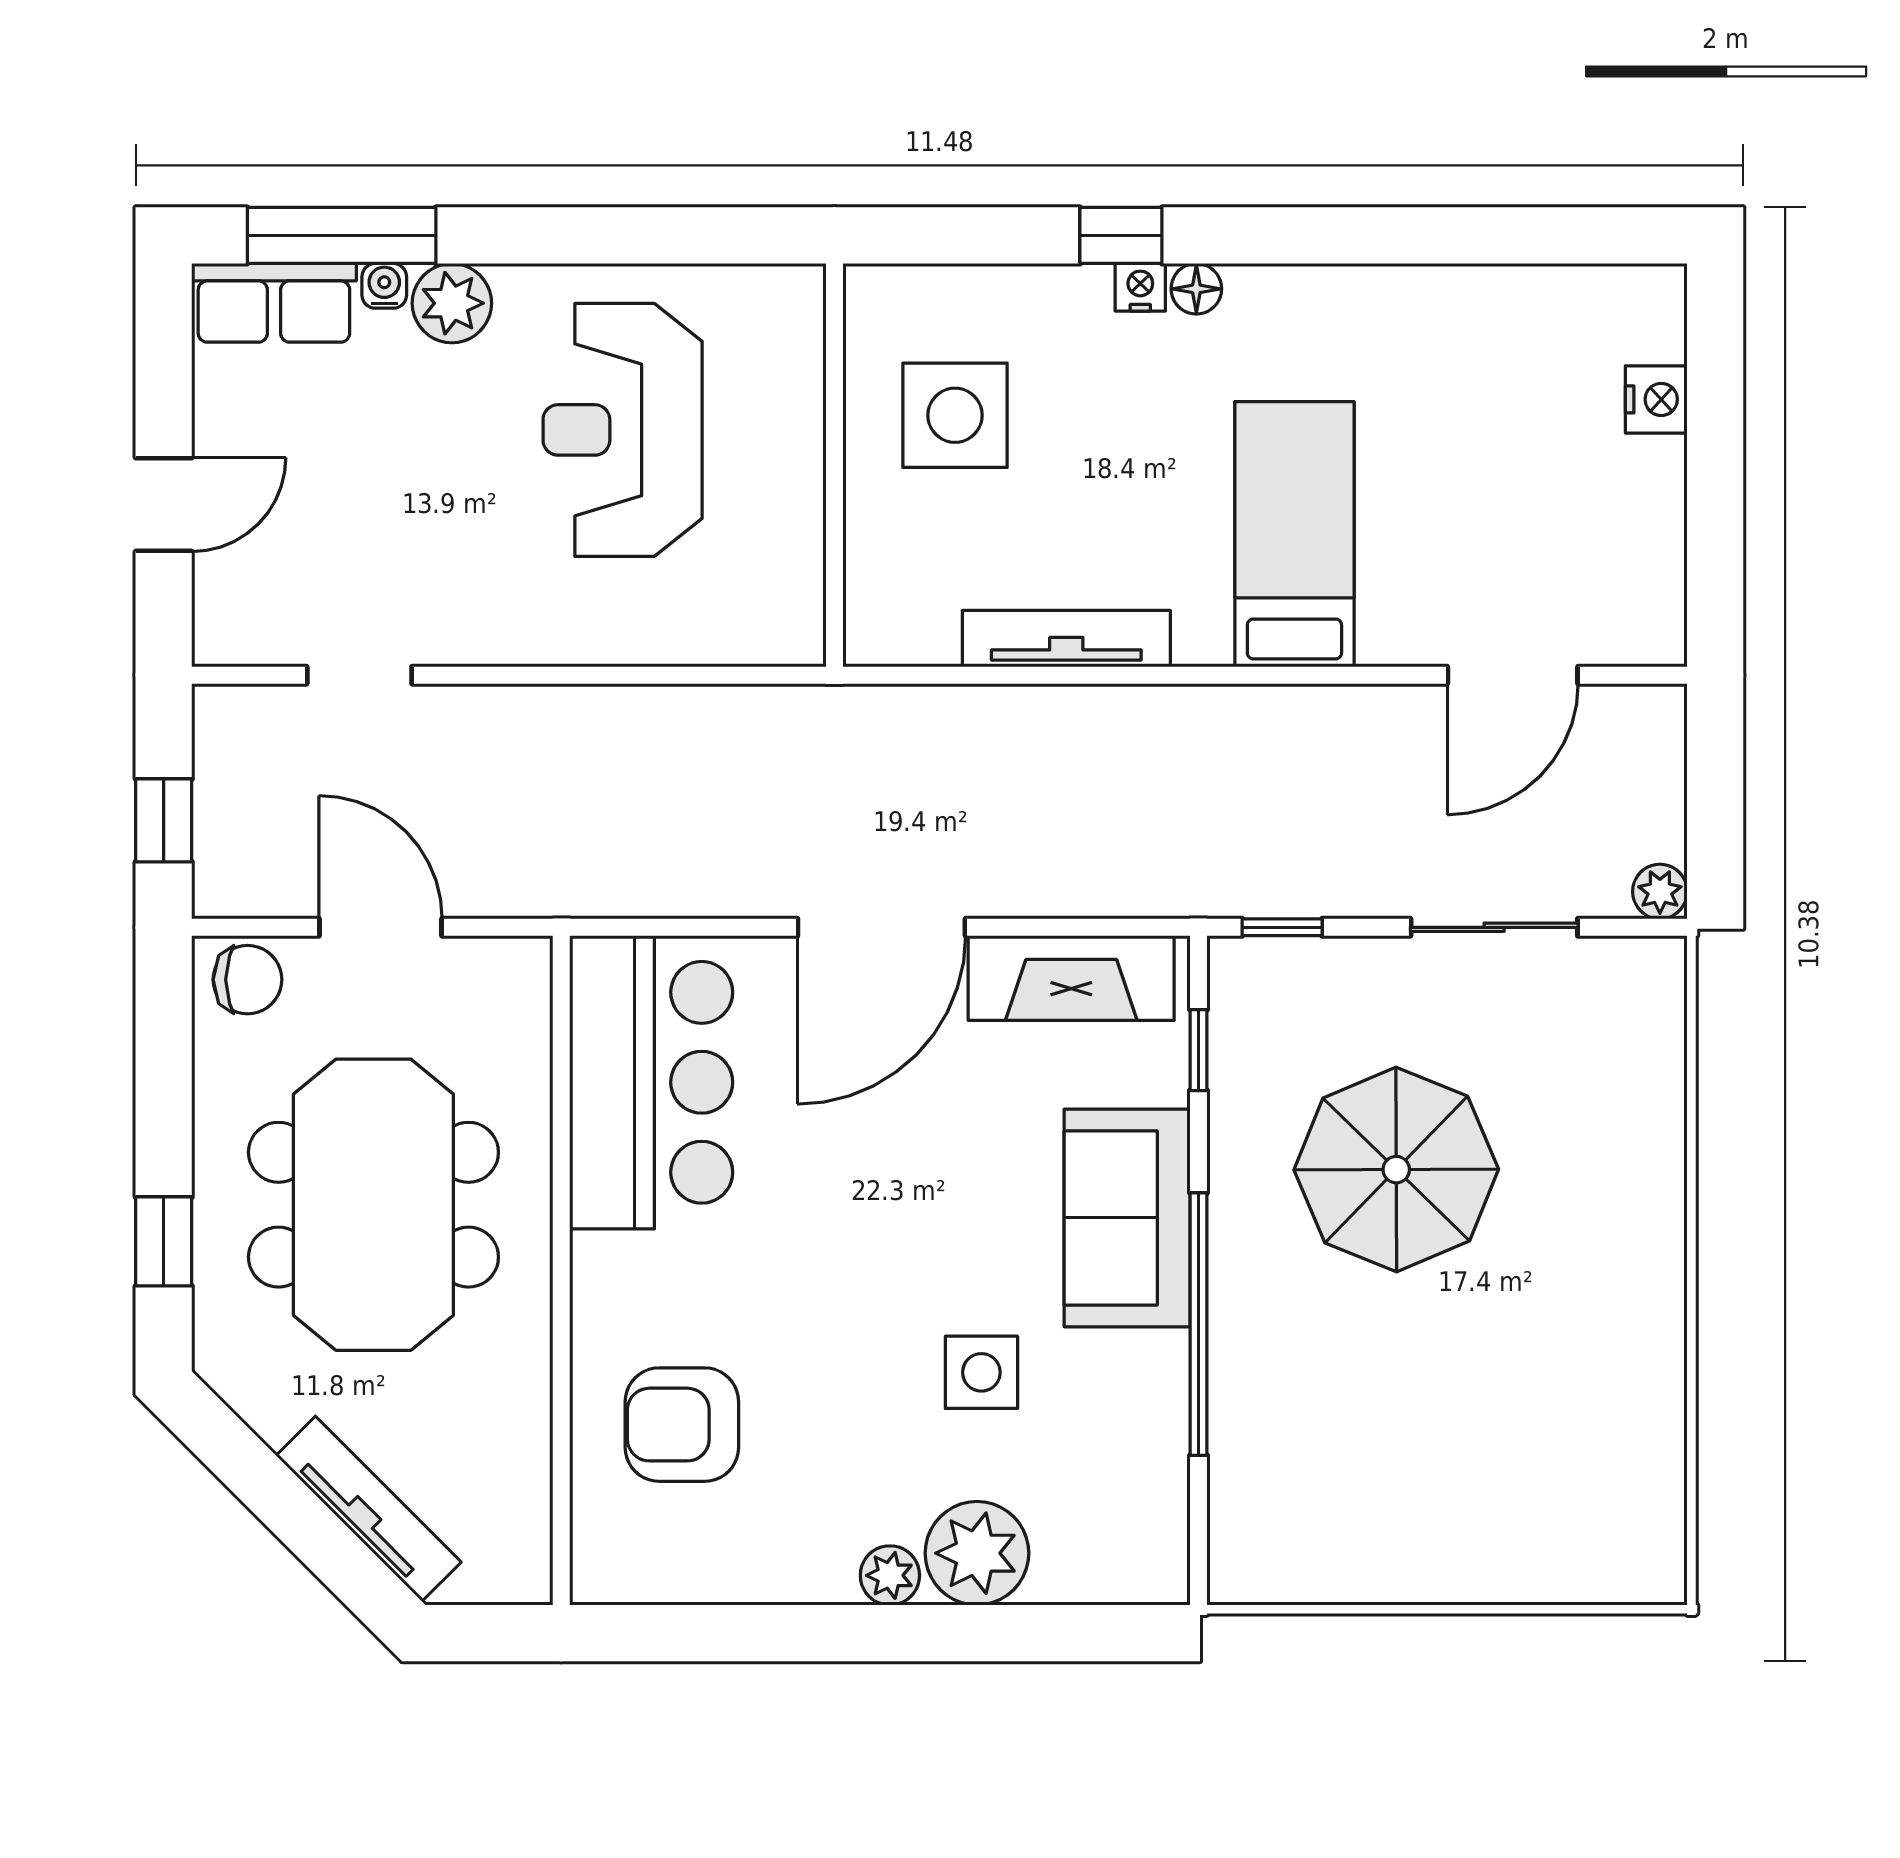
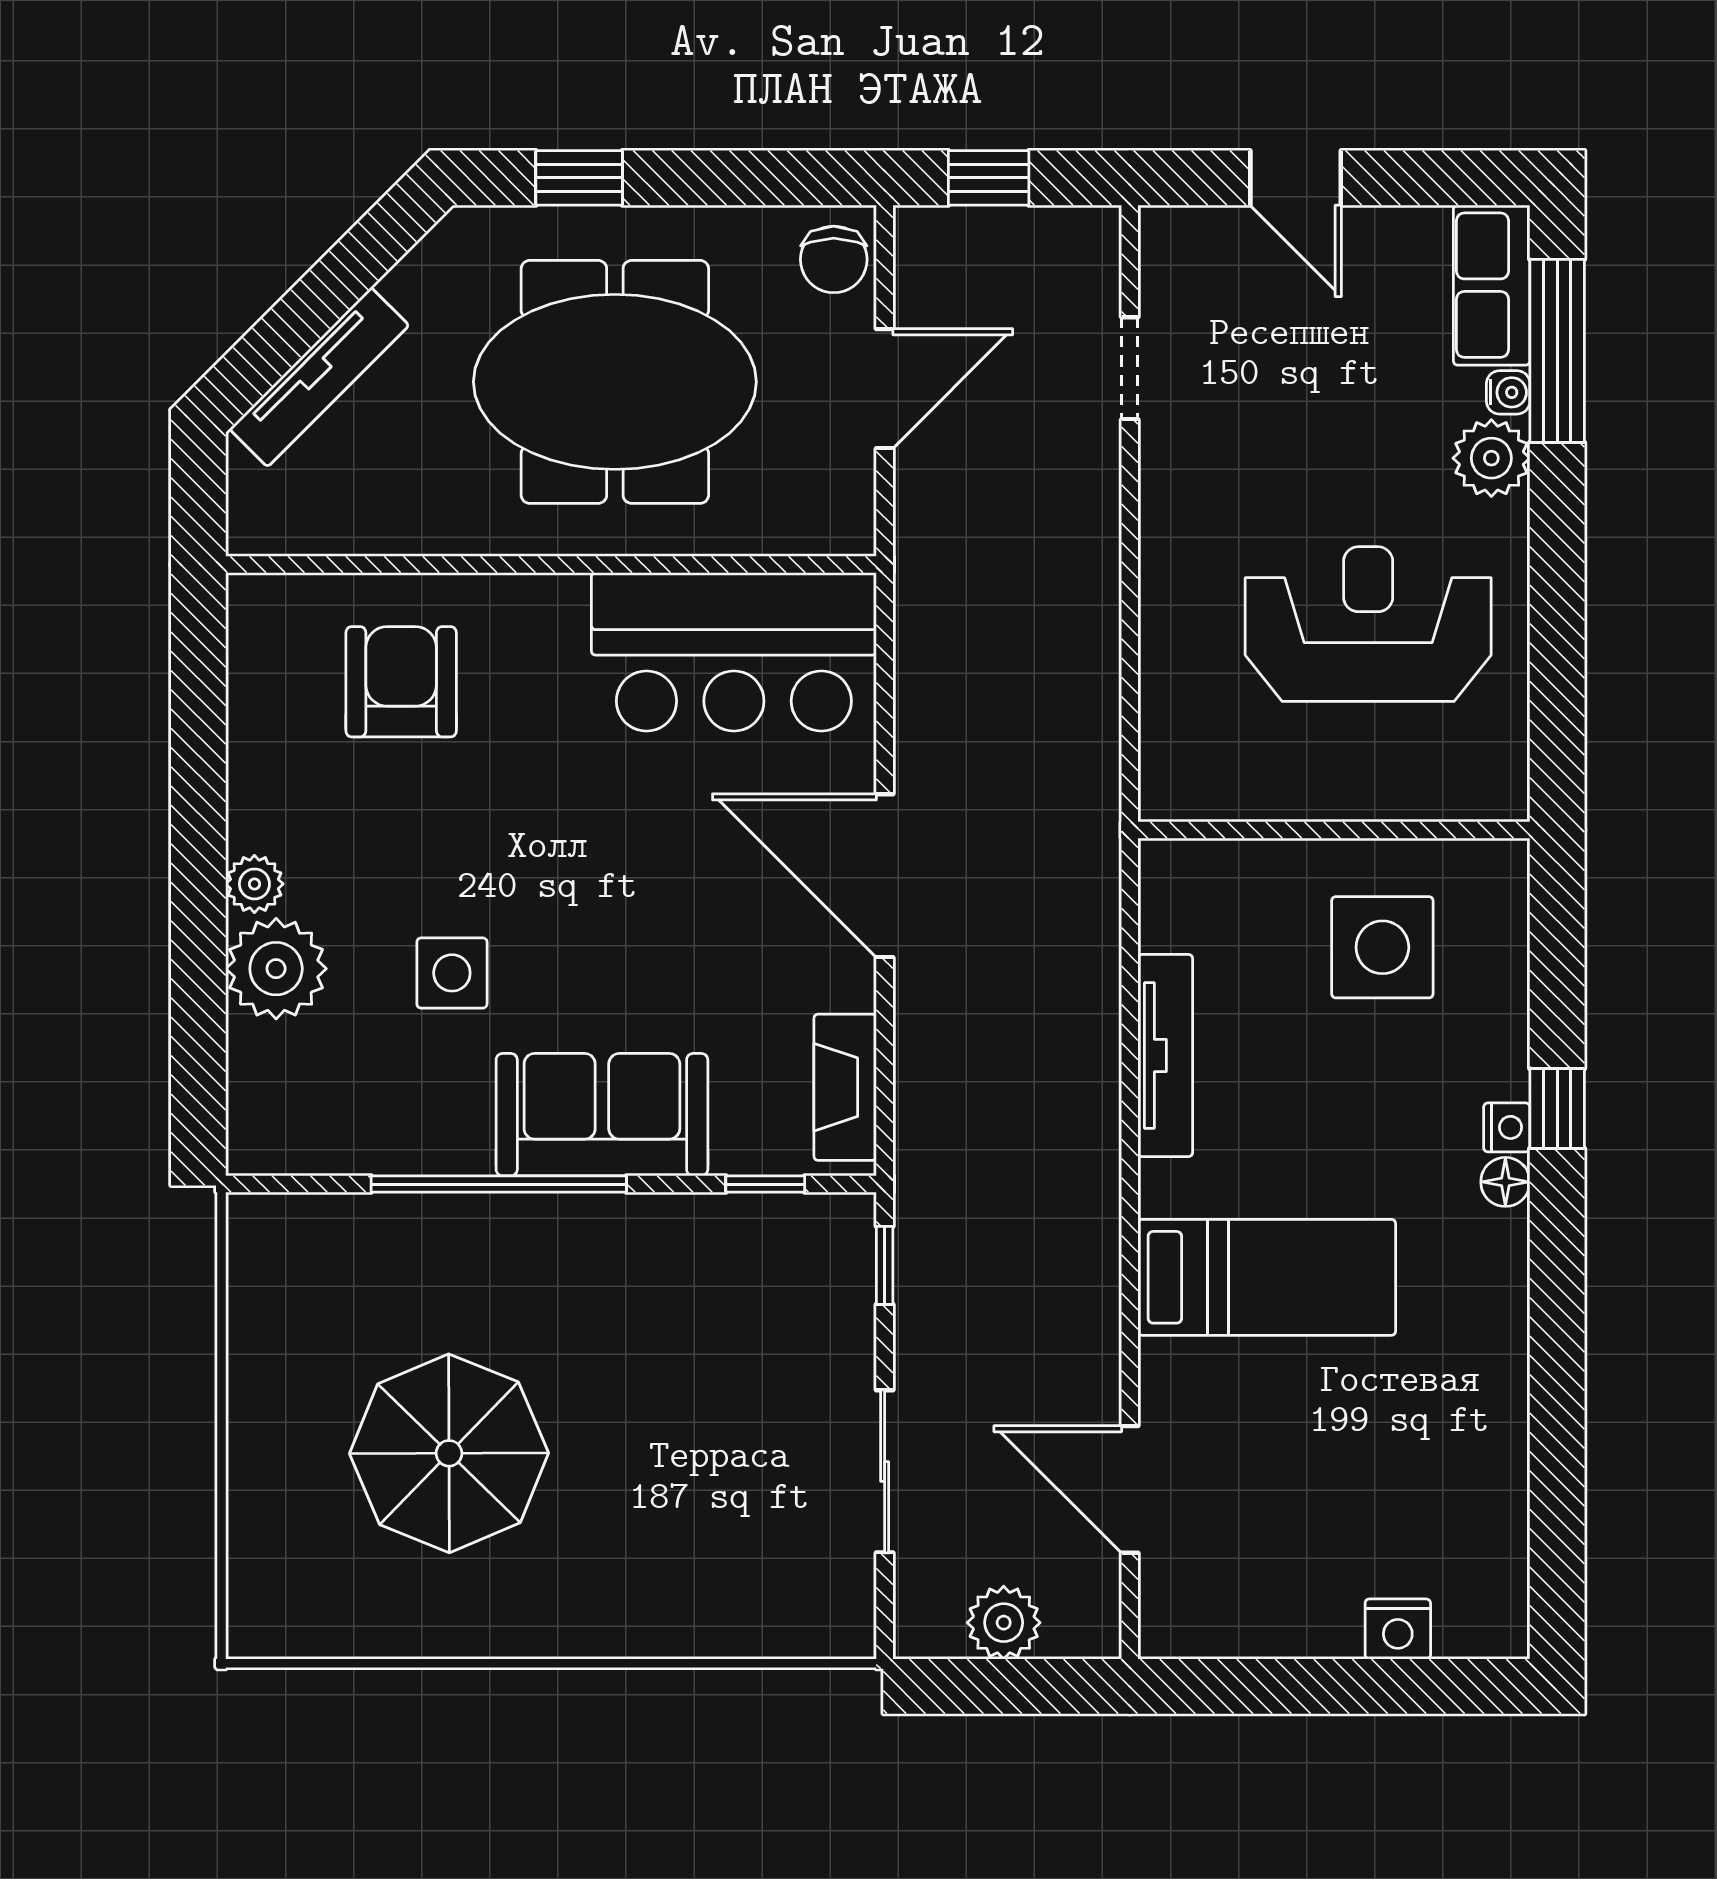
plant: (1660, 892) -> (1004, 1623), moved, width x1.38, depth x1.38
fireplace: (1071, 978) -> (845, 1087), width x0.73, depth x0.76
parasol: (1396, 1170) -> (449, 1453), moved

